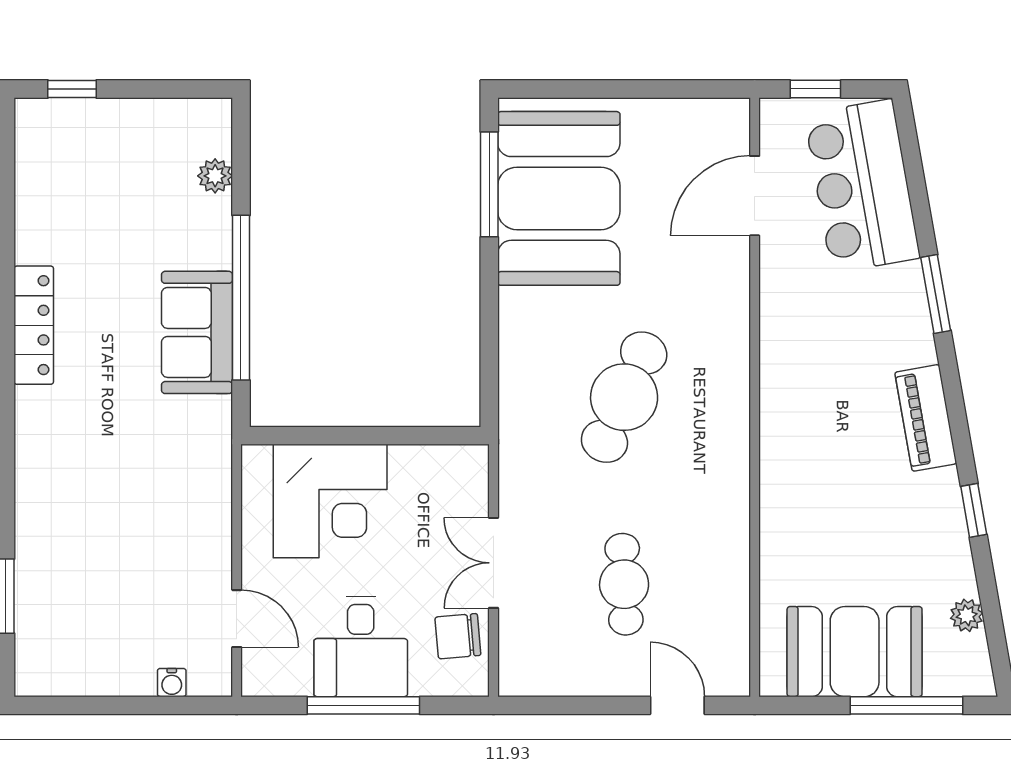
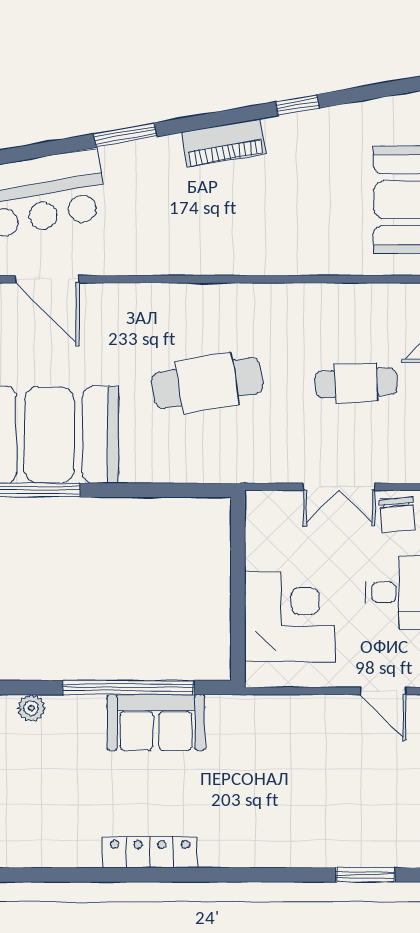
cafe table: (624, 397) -> (207, 383), turned -33
plant: (967, 615) -> (381, 111), removed
door: (237, 619) -> (383, 691), swing flipped

